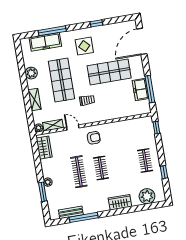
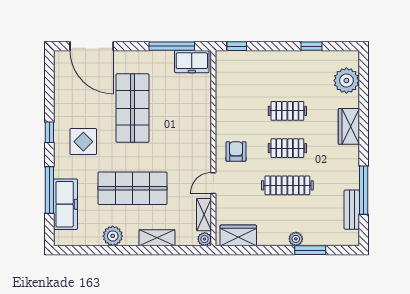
window: (96, 23) -> (49, 132), moved
freezer: (140, 89) -> (192, 62), moved
trolley: (87, 100) -> (173, 152), removed
clothes rail: (145, 160) -> (287, 111), moved

